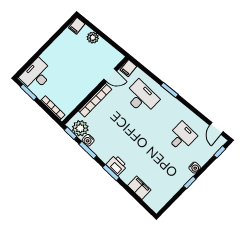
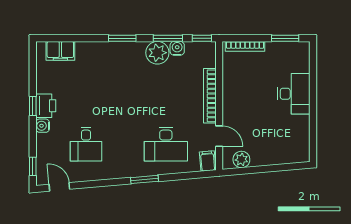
filing cabinet: (77, 26) -> (302, 153), removed
plant: (93, 38) -> (241, 159), moved
desk: (36, 75) -> (294, 94), moved
door: (110, 75) -> (219, 136), swing flipped
plant: (80, 128) -> (157, 53), moved
printer: (117, 165) -> (46, 106), moved, turned -90
filing cabinet: (139, 188) -> (60, 51), moved

